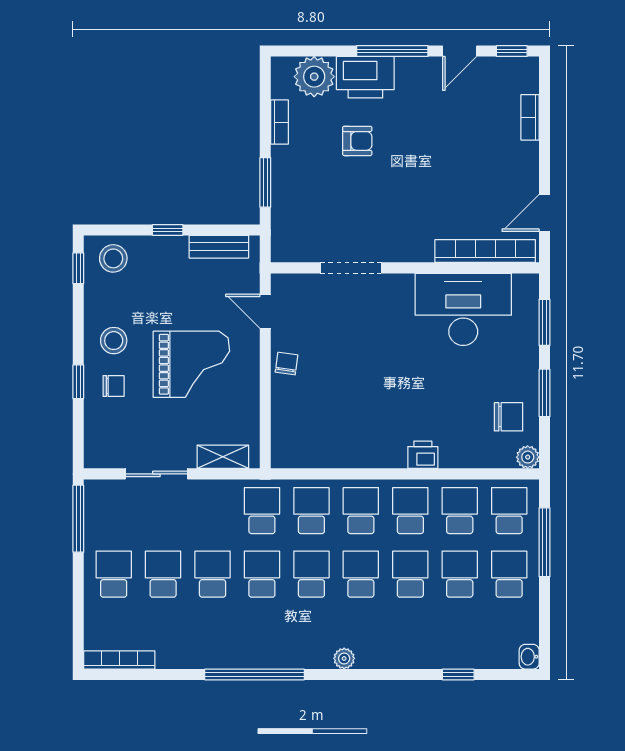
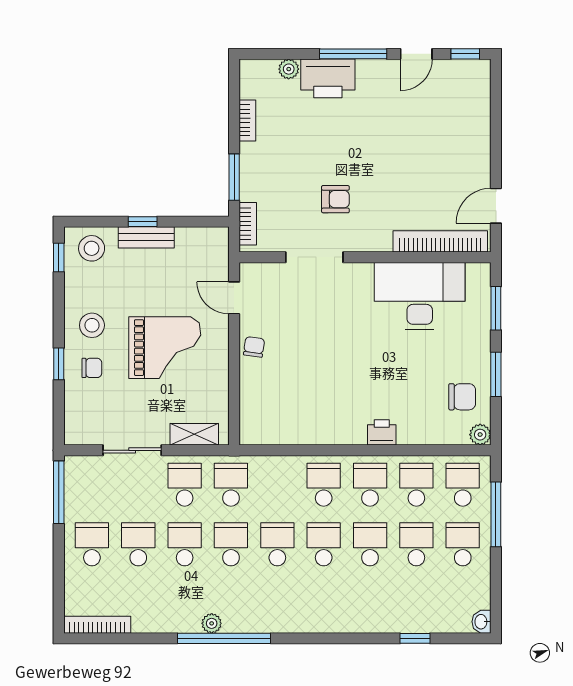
plant: (314, 77) -> (289, 69), width x0.53, depth x0.53
bookcase: (530, 117) -> (248, 224), moved, turned 180
armchair: (357, 141) -> (335, 199), moved
bench: (219, 247) -> (146, 237), moved
school desk: (311, 511) -> (185, 485), moved
plant: (344, 658) -> (212, 623), moved

